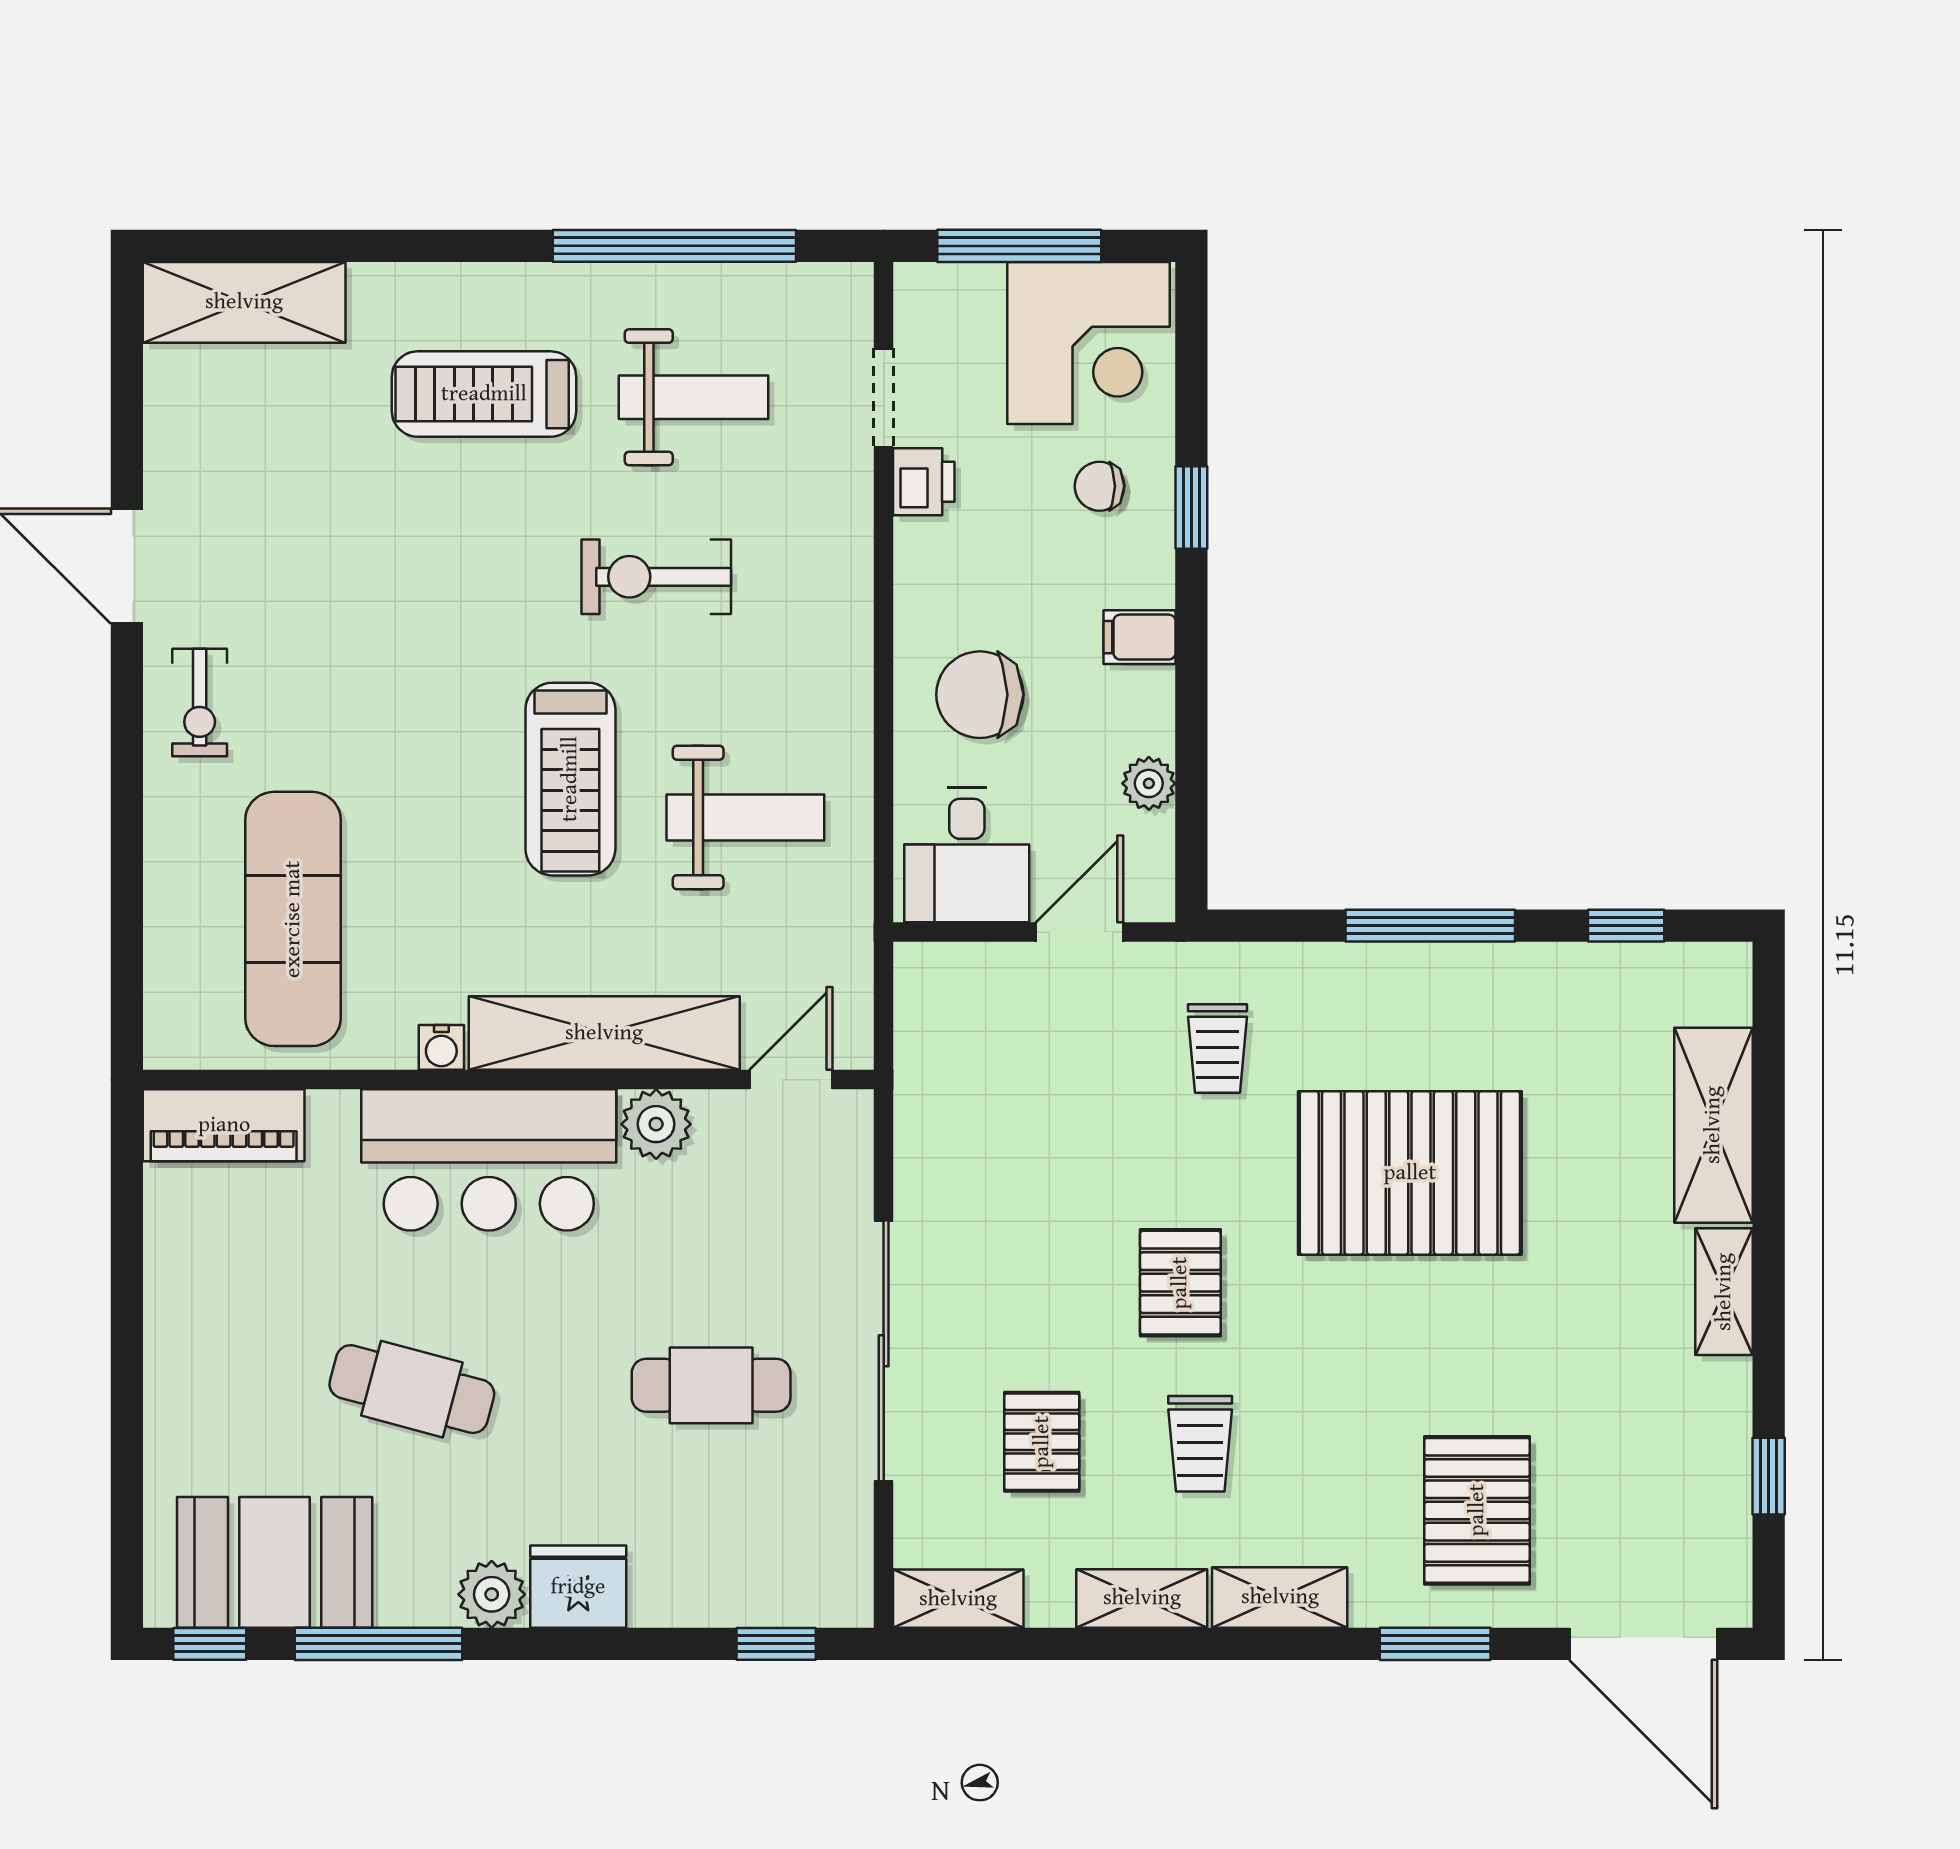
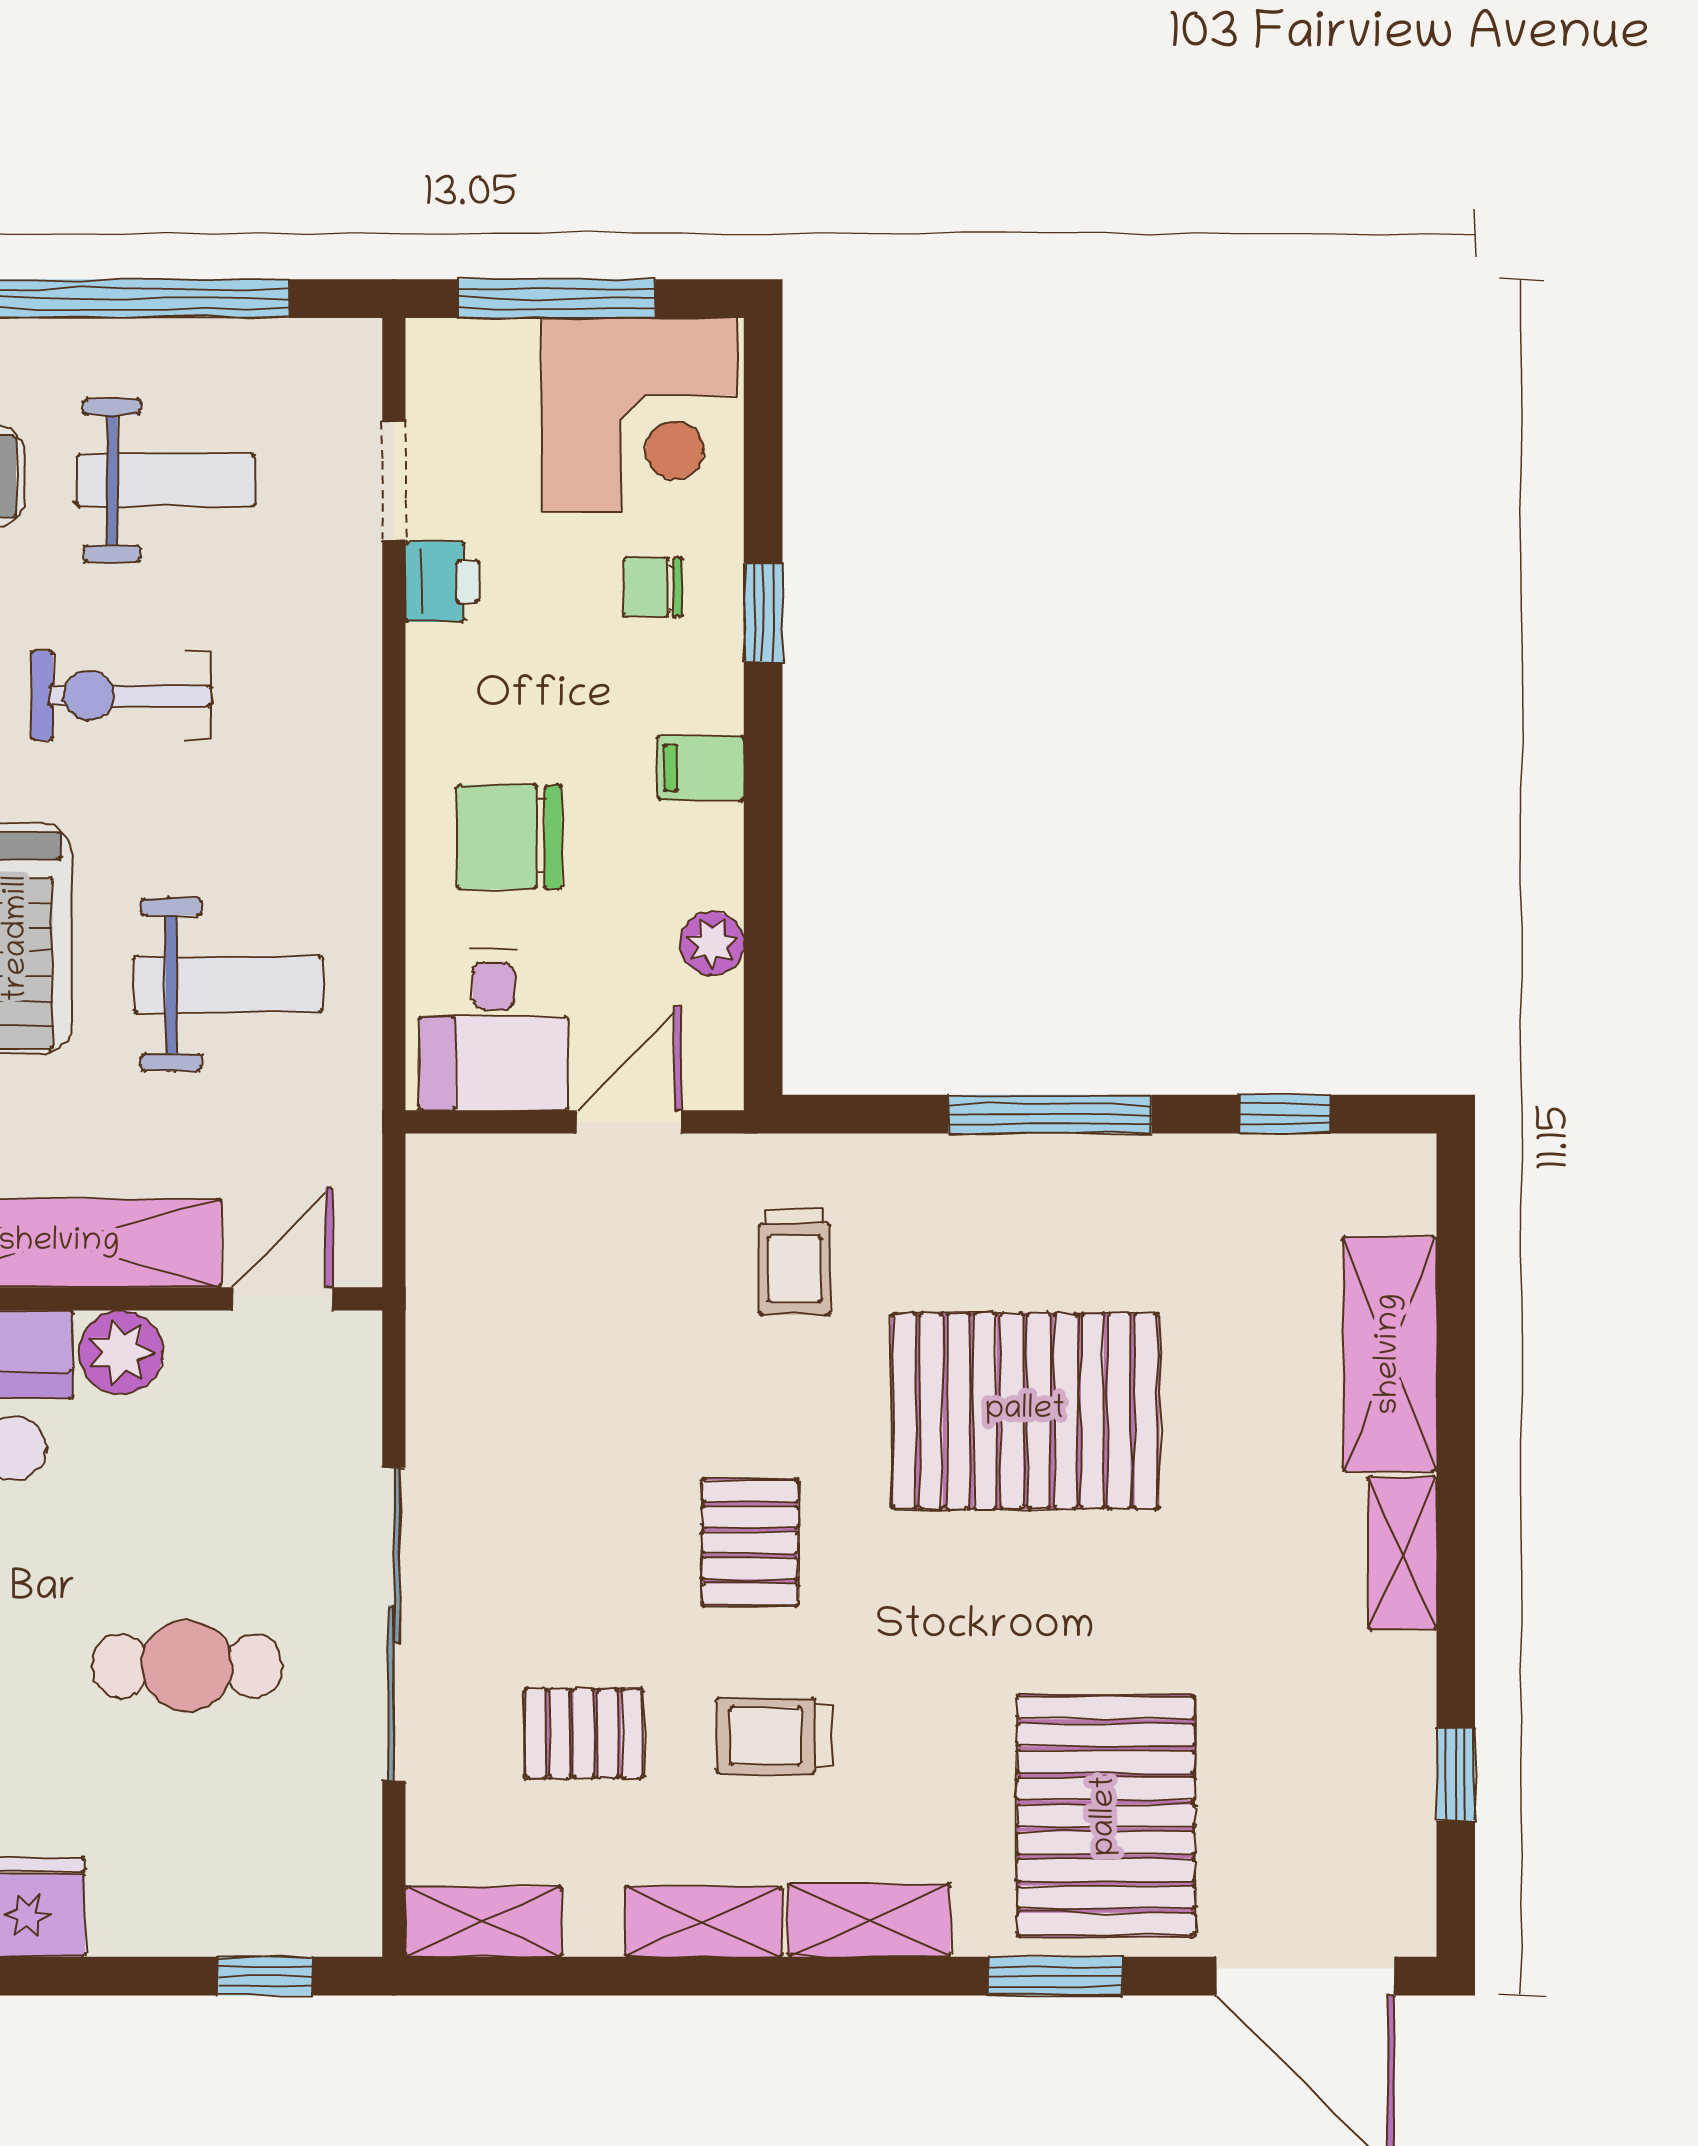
pallet: (1042, 1442) -> (584, 1733), turned 90
trolley: (1200, 1444) -> (774, 1736), turned 90
pallet: (1477, 1510) -> (1106, 1816), width x1.37, depth x1.41

